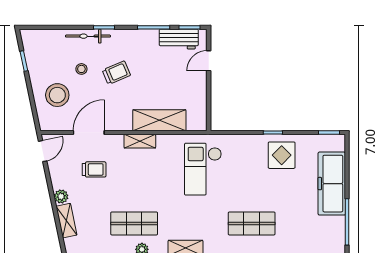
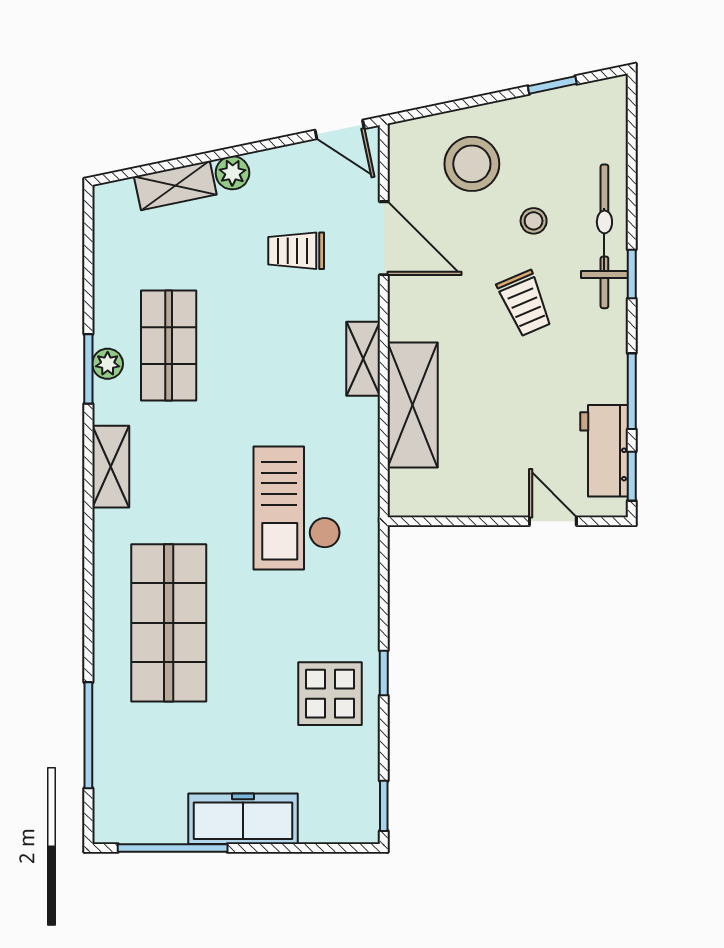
bicycle: (88, 36) -> (604, 236), width x1.37, depth x1.40
trolley: (94, 169) -> (296, 251), turned 90
checkout: (203, 169) -> (297, 508), turned -90
freezer: (332, 184) -> (243, 819), width x0.73, depth x0.79
shop shelf: (252, 223) -> (169, 623), width x1.43, depth x1.36

